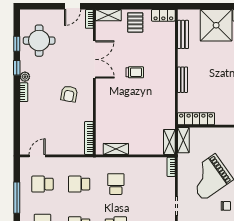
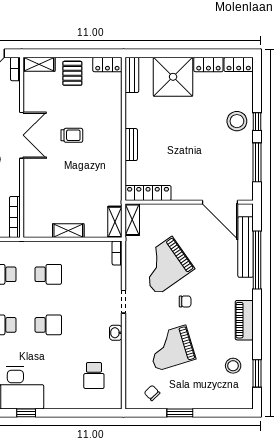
bench: (183, 34) -> (132, 75), moved
double door: (94, 59) -> (22, 135), moved
shelving: (116, 149) -> (68, 231), moved
school desk: (116, 184) -> (48, 274), turned 90

